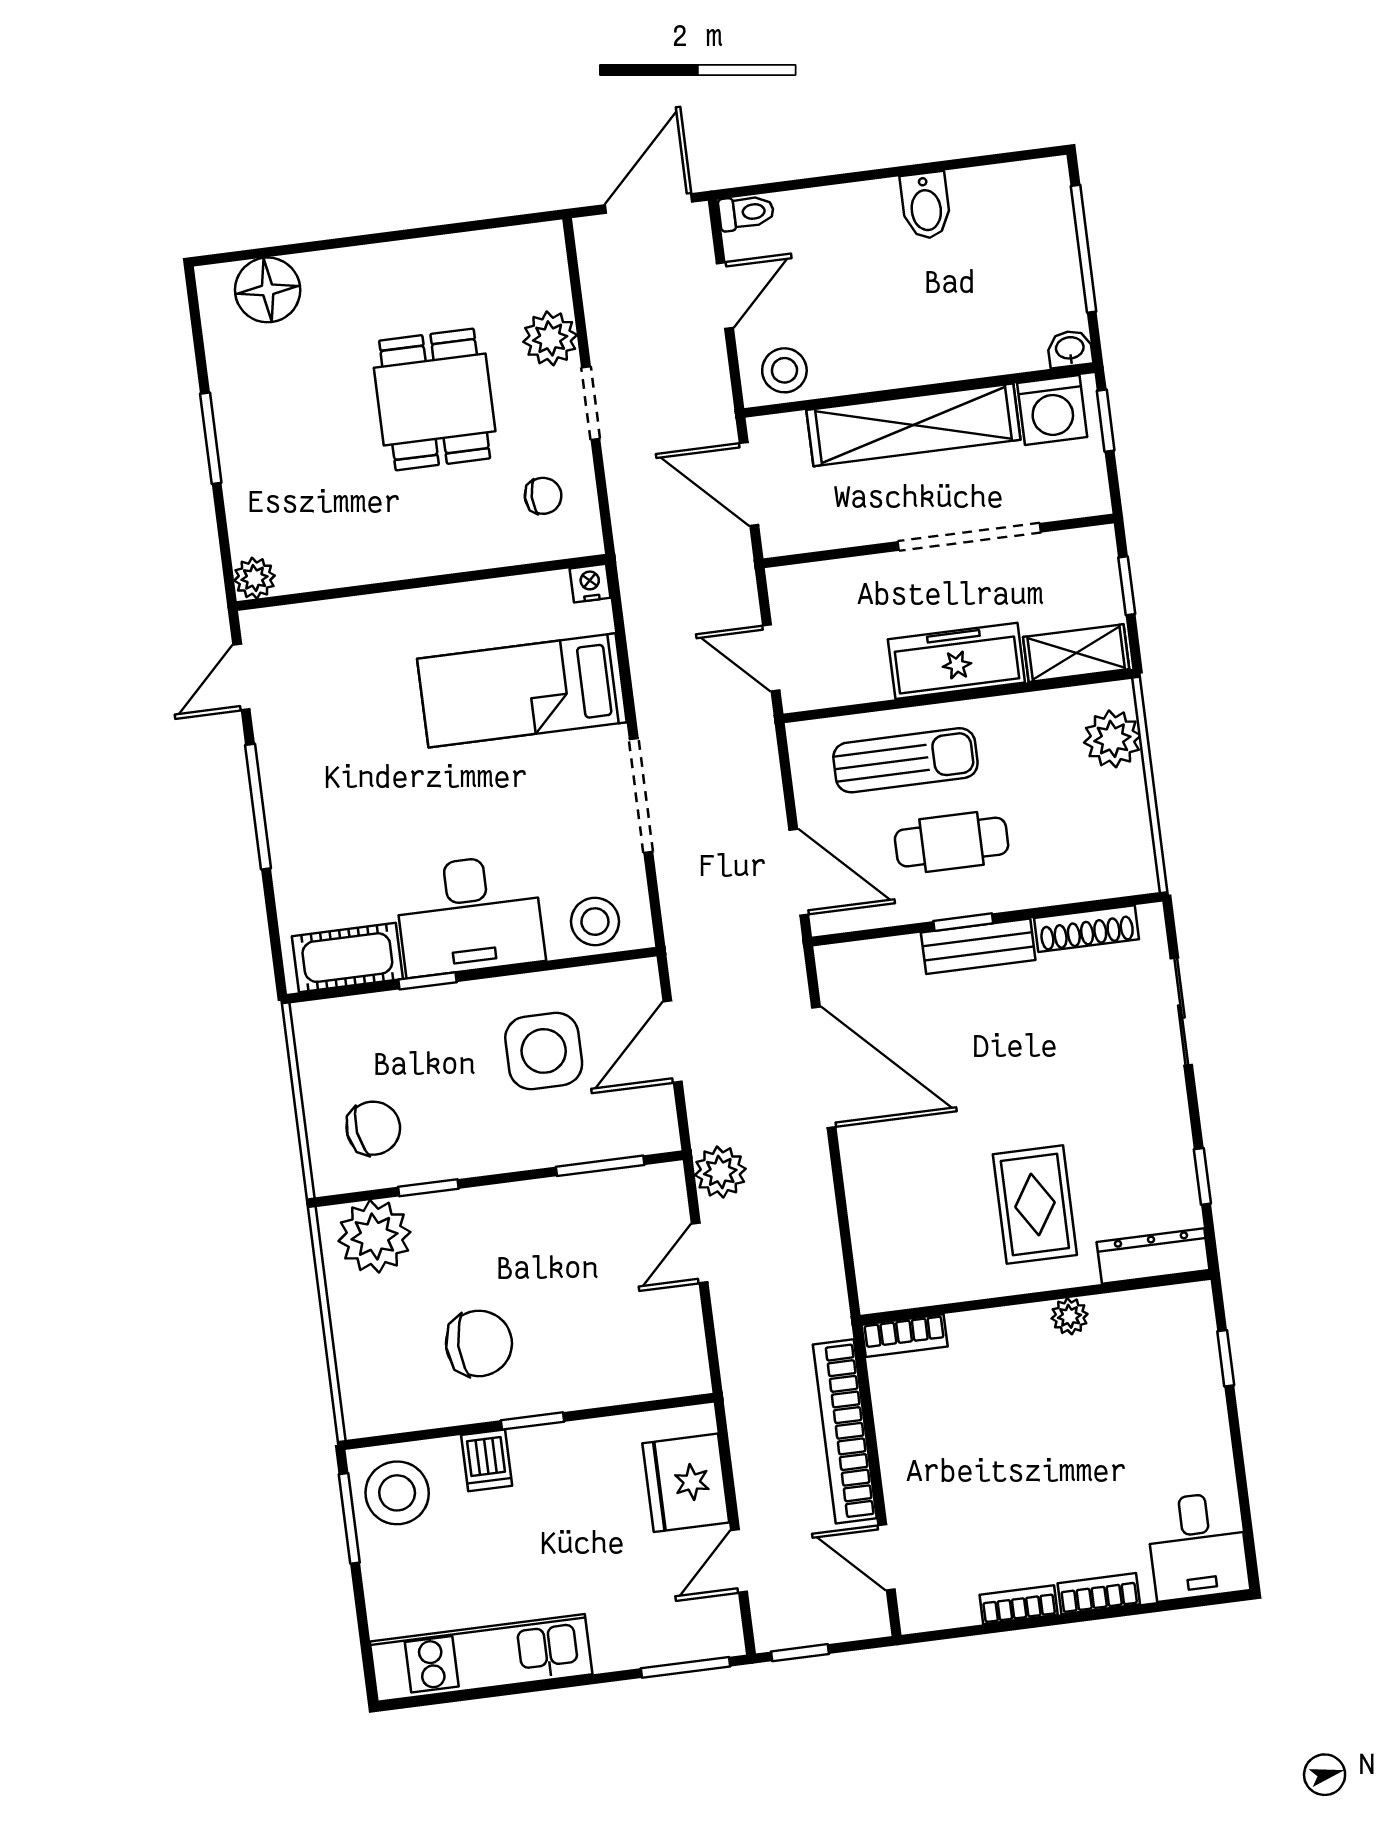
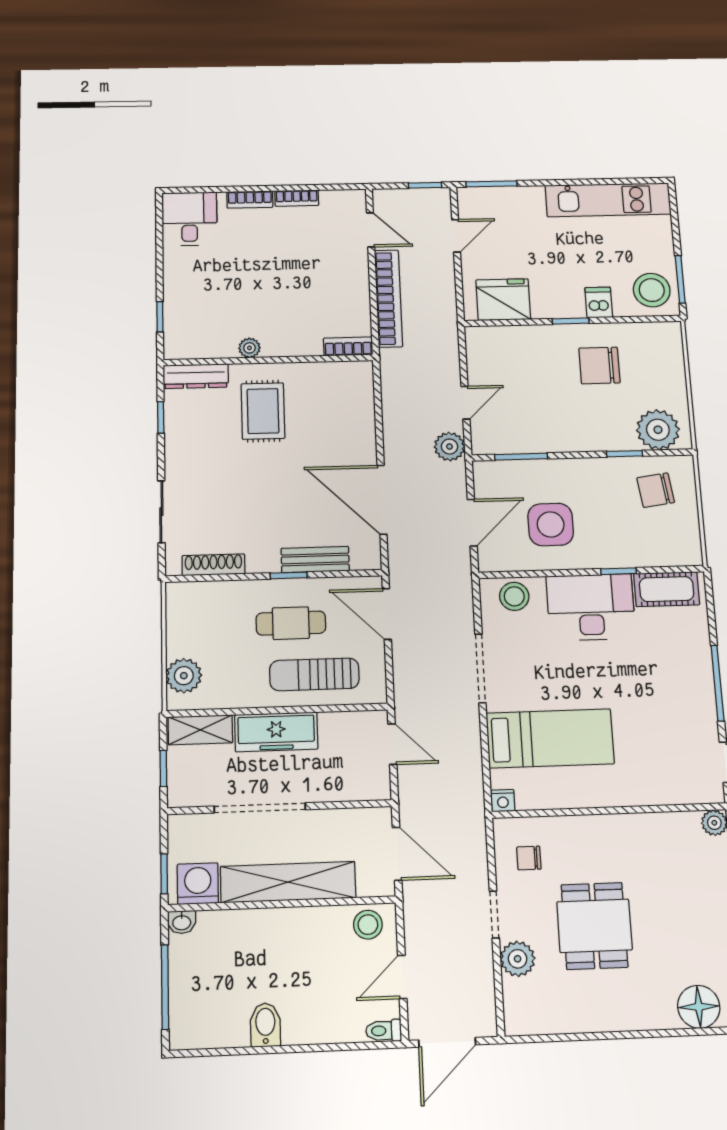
bench: (978, 946) -> (315, 560), moved
fridge: (686, 1483) -> (503, 300), moved, turned -90

